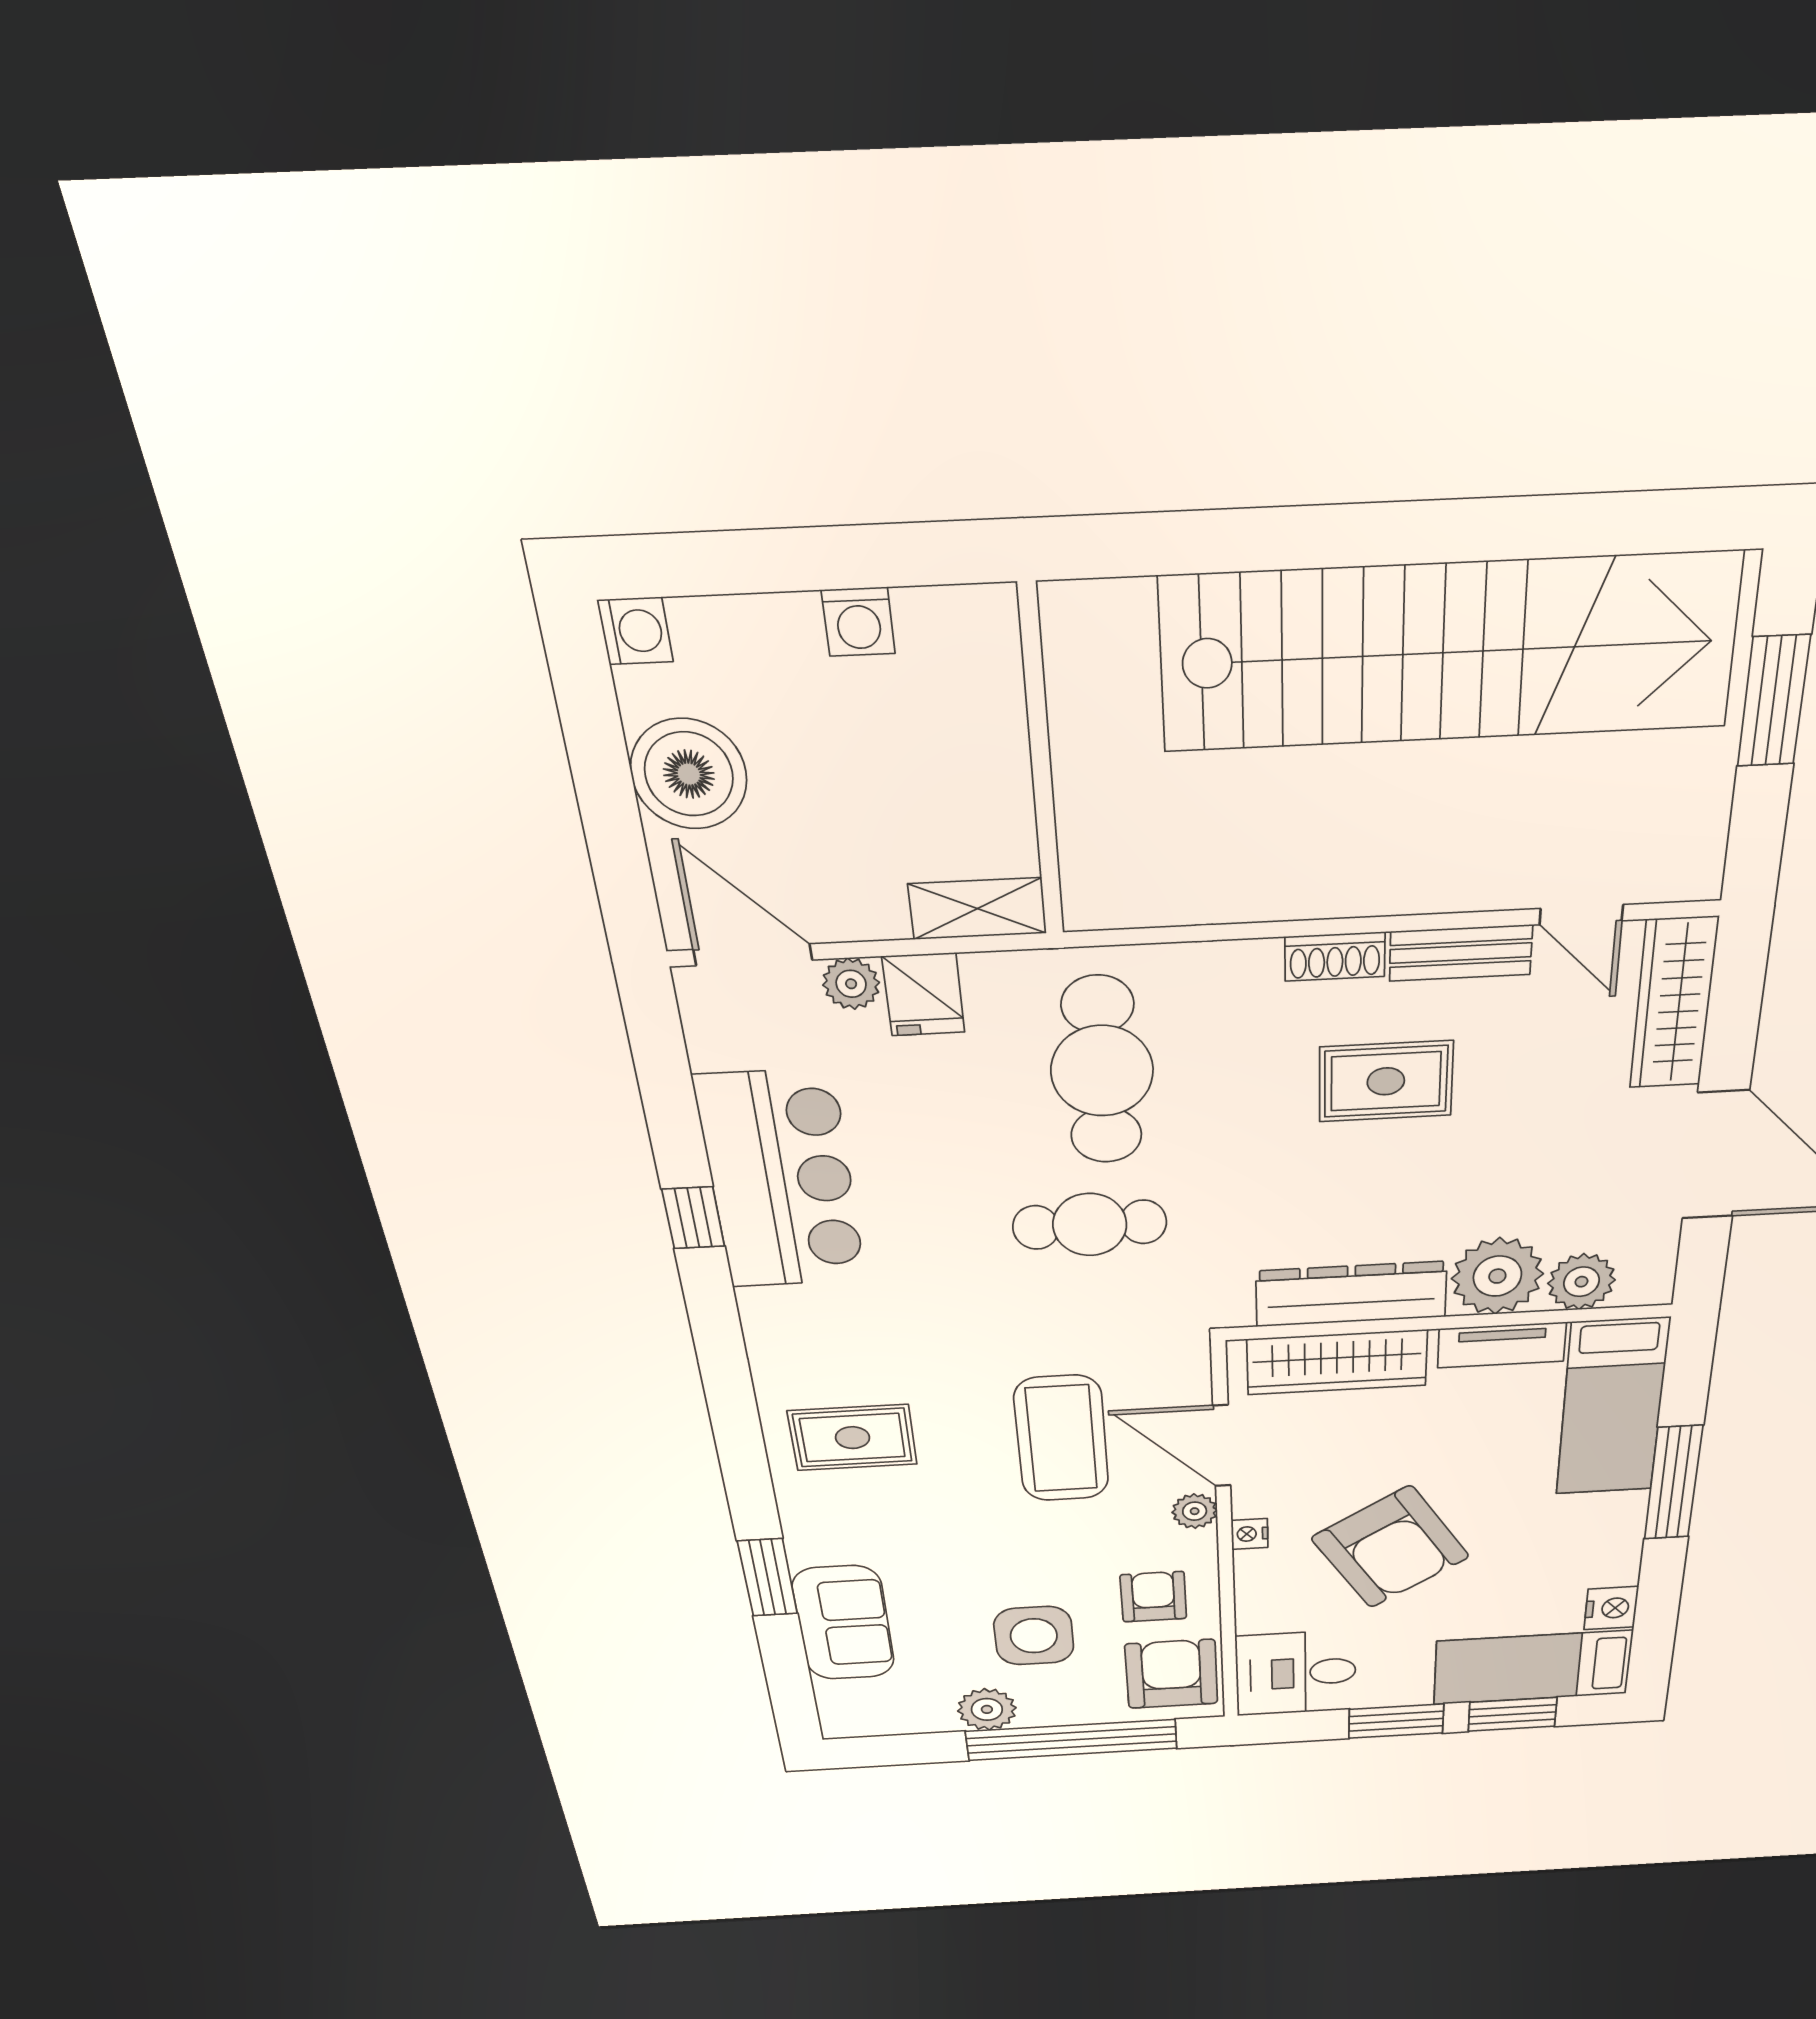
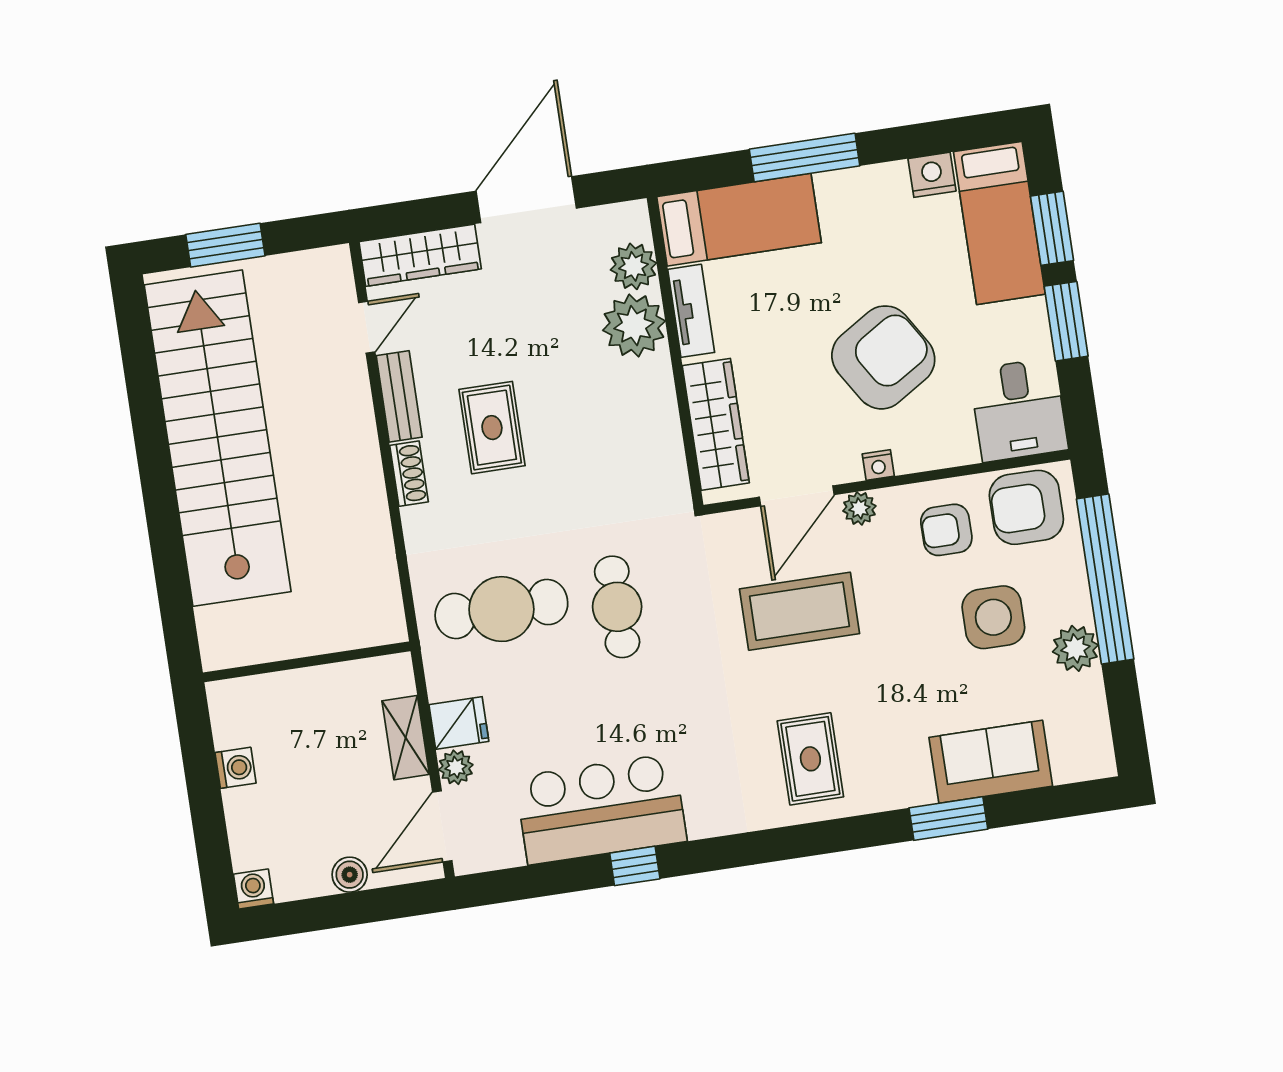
boiler: (689, 774) -> (350, 875), width x0.54, depth x0.54
shelving: (977, 909) -> (406, 738), moved
dresser: (1351, 1294) -> (657, 424), removed

